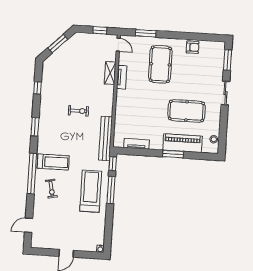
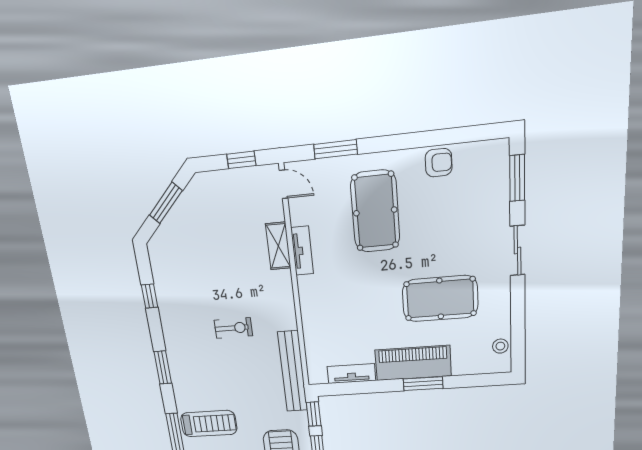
piano: (183, 143) -> (413, 363), moved

